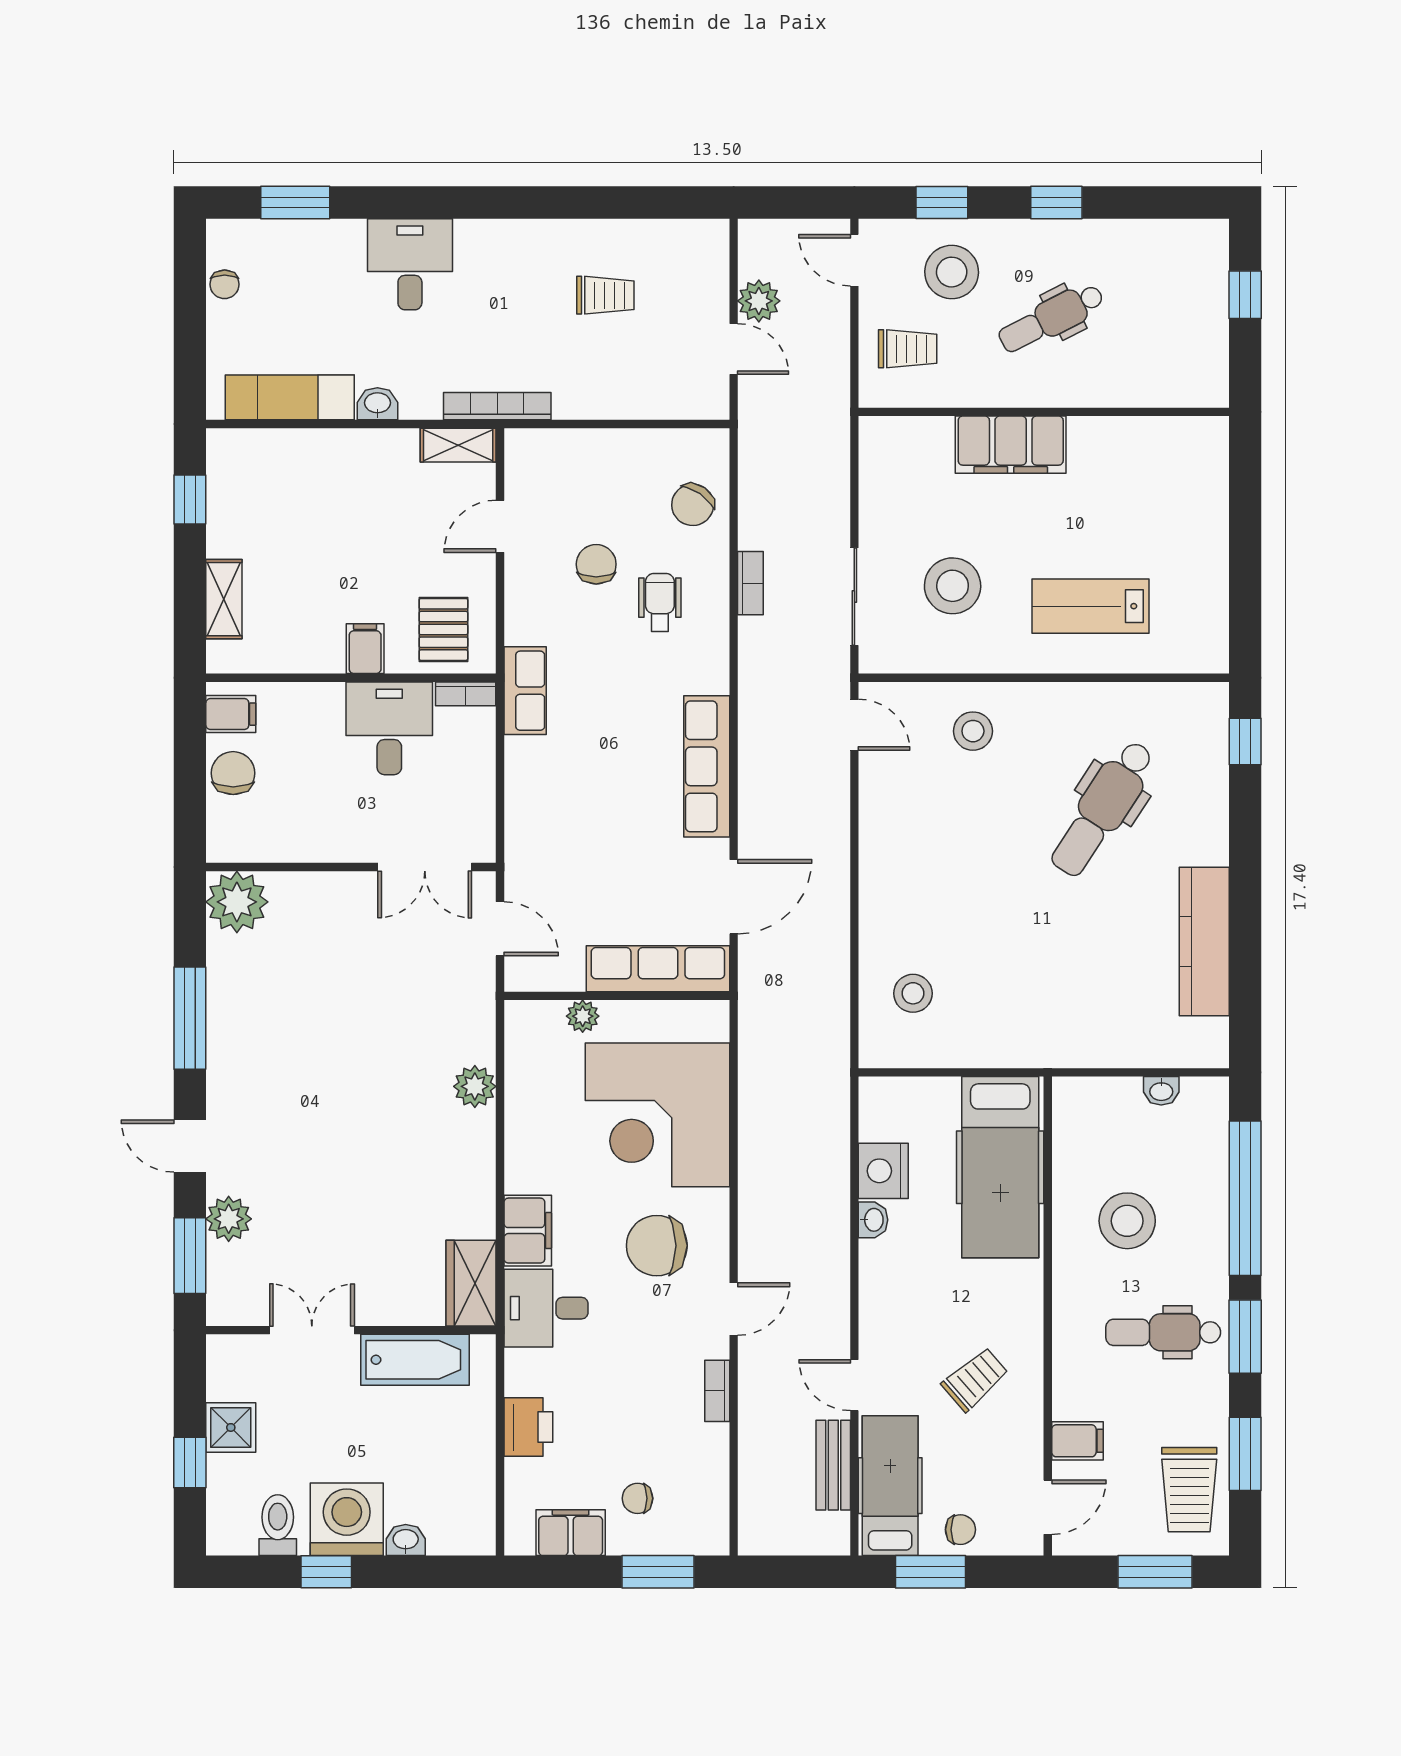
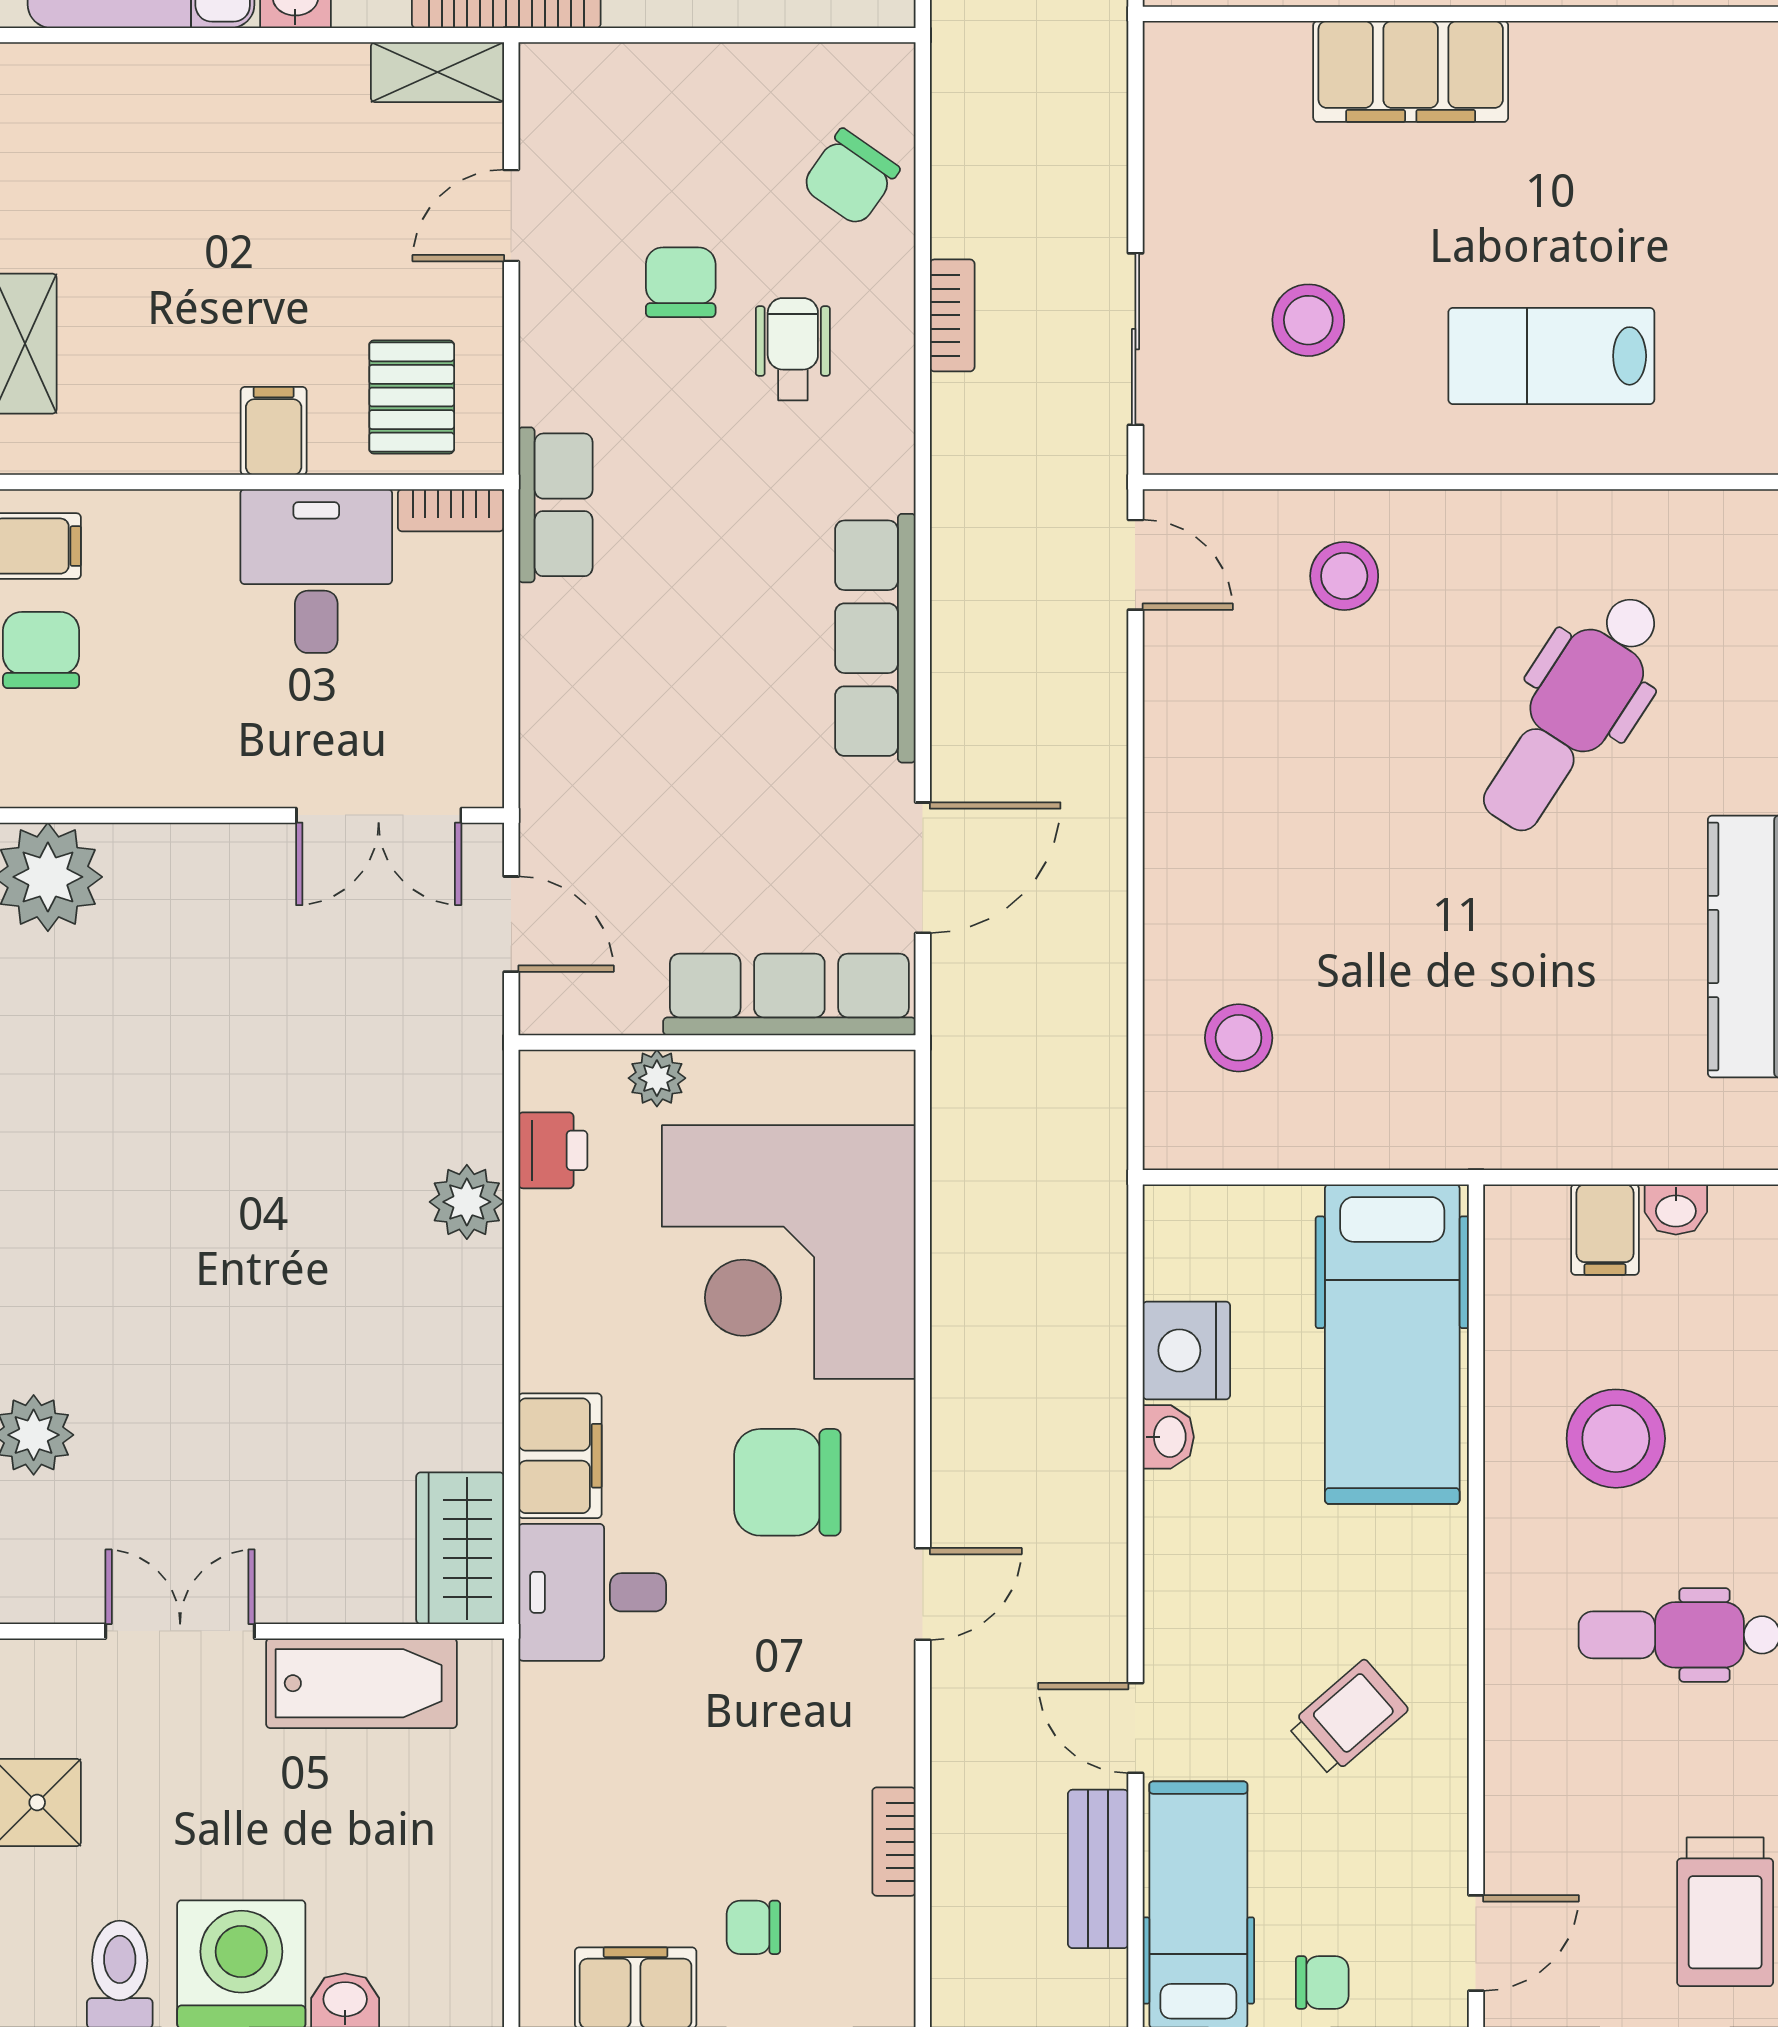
stool: (953, 586) -> (1308, 320), width x0.73, depth x0.73
bookcase: (717, 1391) -> (894, 1842), moved
printer: (528, 1427) -> (553, 1150), moved, width x0.73, depth x0.81
filing cabinet: (1077, 1441) -> (1605, 1230), moved, turned 90

